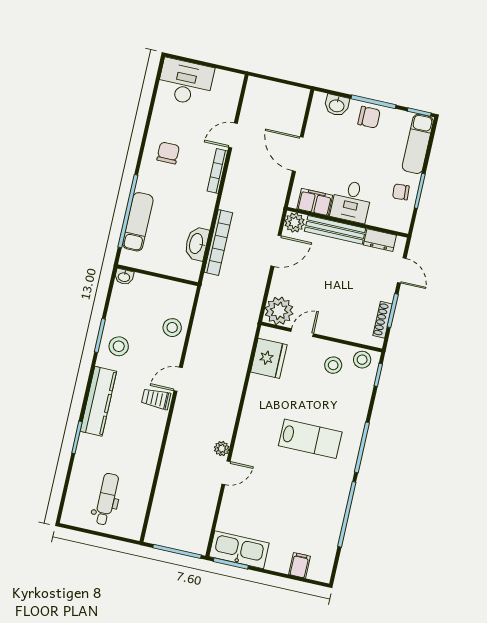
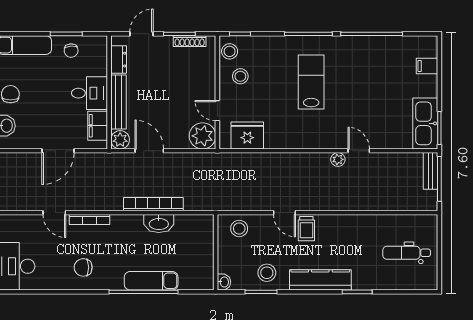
wall: (158, 275) -> (216, 252), moved
washbasin: (124, 277) -> (224, 282), moved
bench: (187, 544) -> (431, 171), added

